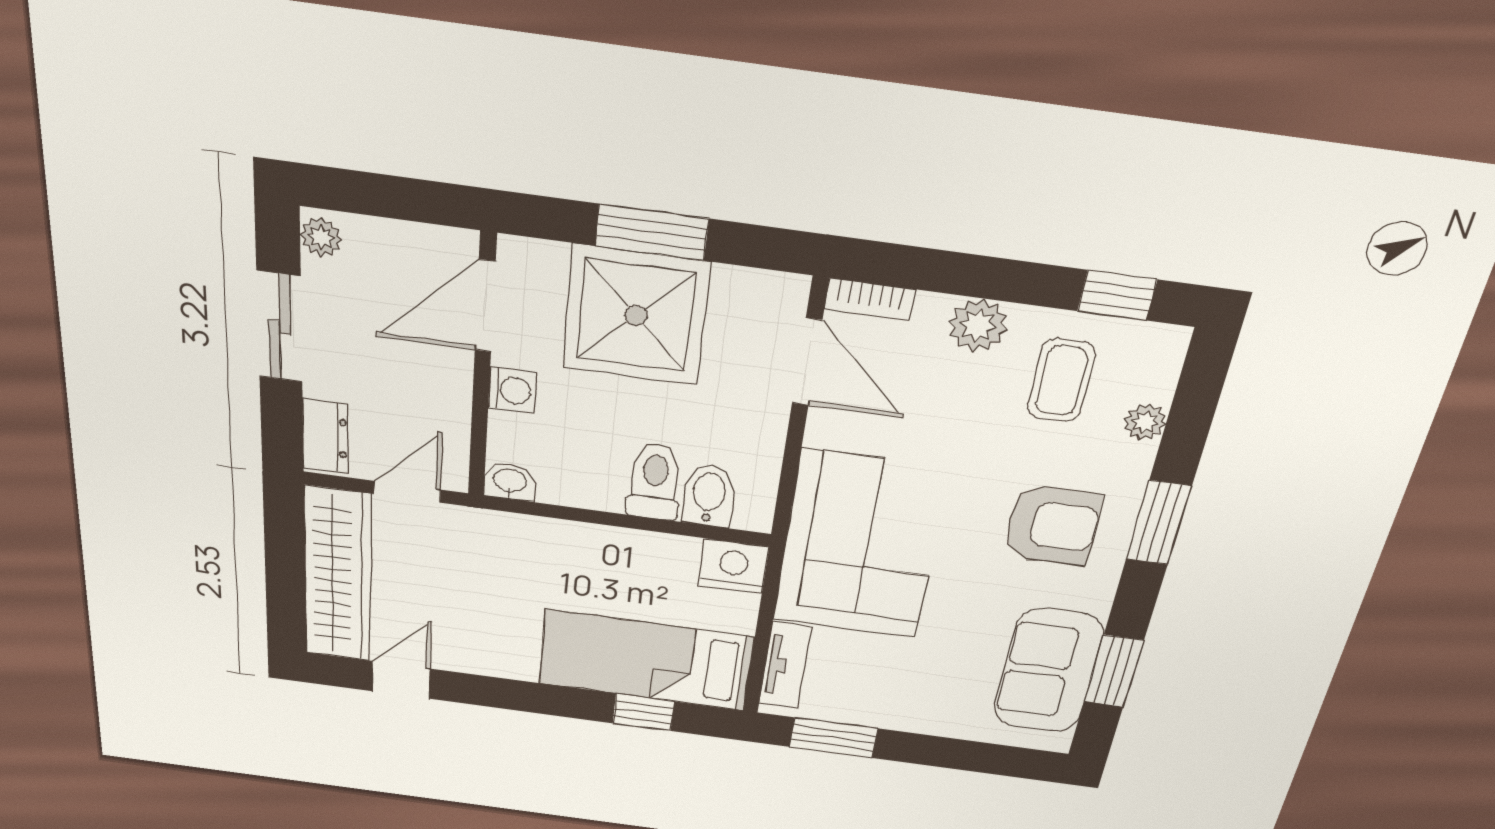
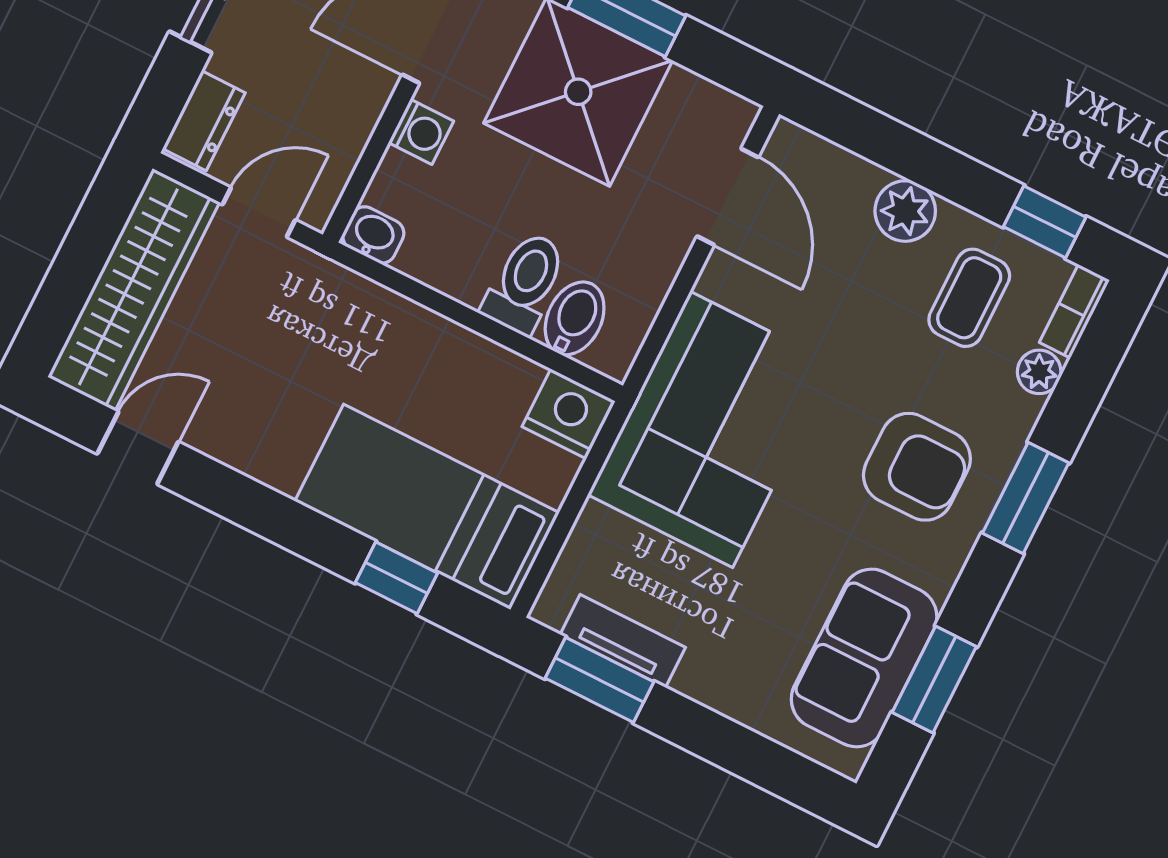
bookcase: (870, 299) -> (1074, 311), moved, turned 90
tv unit: (785, 666) -> (623, 641), moved, turned -90

